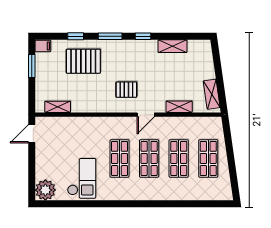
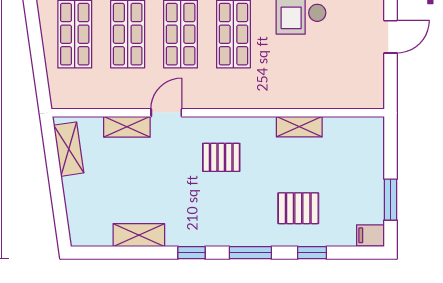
pallet: (83, 61) -> (298, 208), width x0.67, depth x0.71
shelving: (58, 107) -> (299, 127), moved
door: (146, 115) -> (166, 113), moved
door: (32, 134) -> (391, 37), moved

